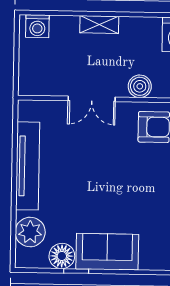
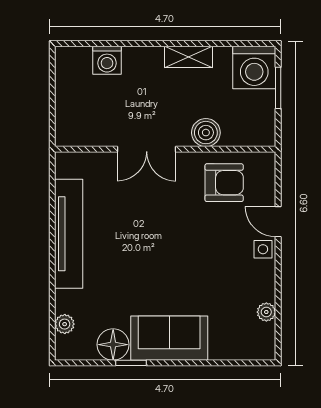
shelving: (99, 24) -> (188, 57), moved
washing machine: (37, 26) -> (107, 60), moved
plant: (30, 232) -> (65, 324), width x0.53, depth x0.53

